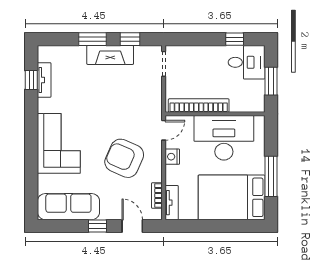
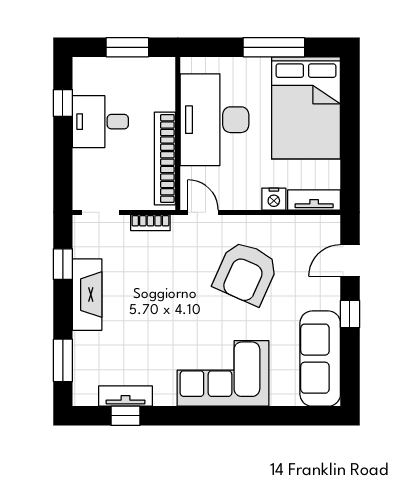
window: (93, 39) -> (63, 360), moved
desk: (247, 62) -> (100, 122), moved, turned -90
nightstand: (172, 157) -> (274, 199), moved
bookcase: (157, 196) -> (150, 223), moved

